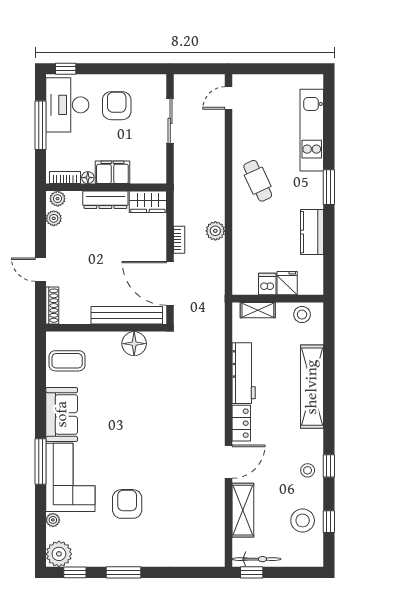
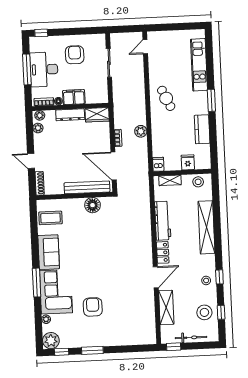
desk: (67, 105) -> (44, 69), moved
dishwasher: (267, 284) -> (158, 164), moved
bicycle: (257, 559) -> (191, 338), moved

